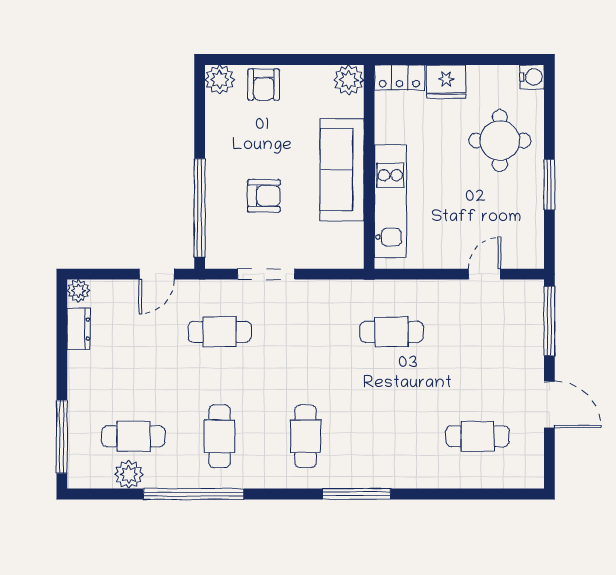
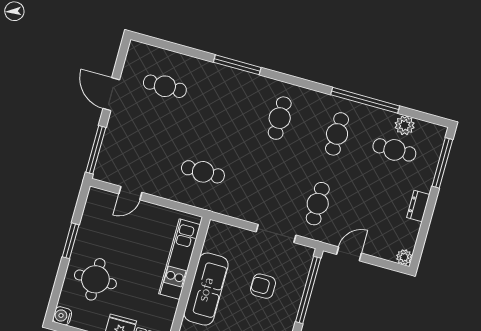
dresser: (79, 329) -> (418, 206), moved
cafe table: (220, 332) -> (318, 204), turned 90
window: (356, 494) -> (237, 65), moved

